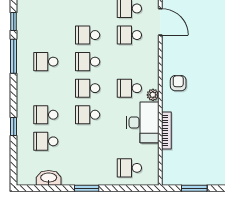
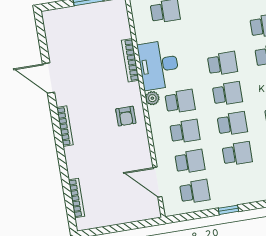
school desk: (129, 62) -> (185, 131), added

